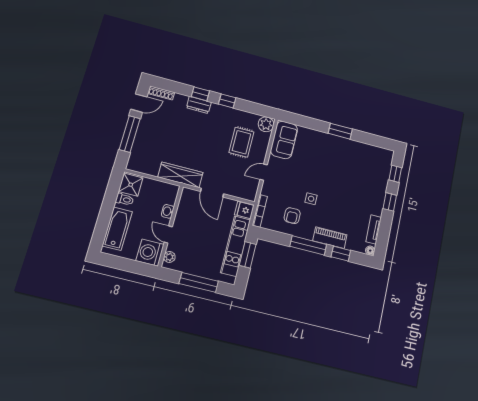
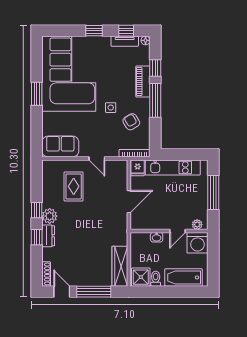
plant: (266, 124) -> (50, 216), moved
rug: (241, 142) -> (74, 186), turned 90
corner sofa: (353, 167) -> (69, 74), added
window: (395, 174) -> (126, 31), moved
wardrobe: (180, 175) -> (120, 266), moved
armchair: (292, 216) -> (131, 122), turned -121
window: (248, 255) -> (178, 155), removed

